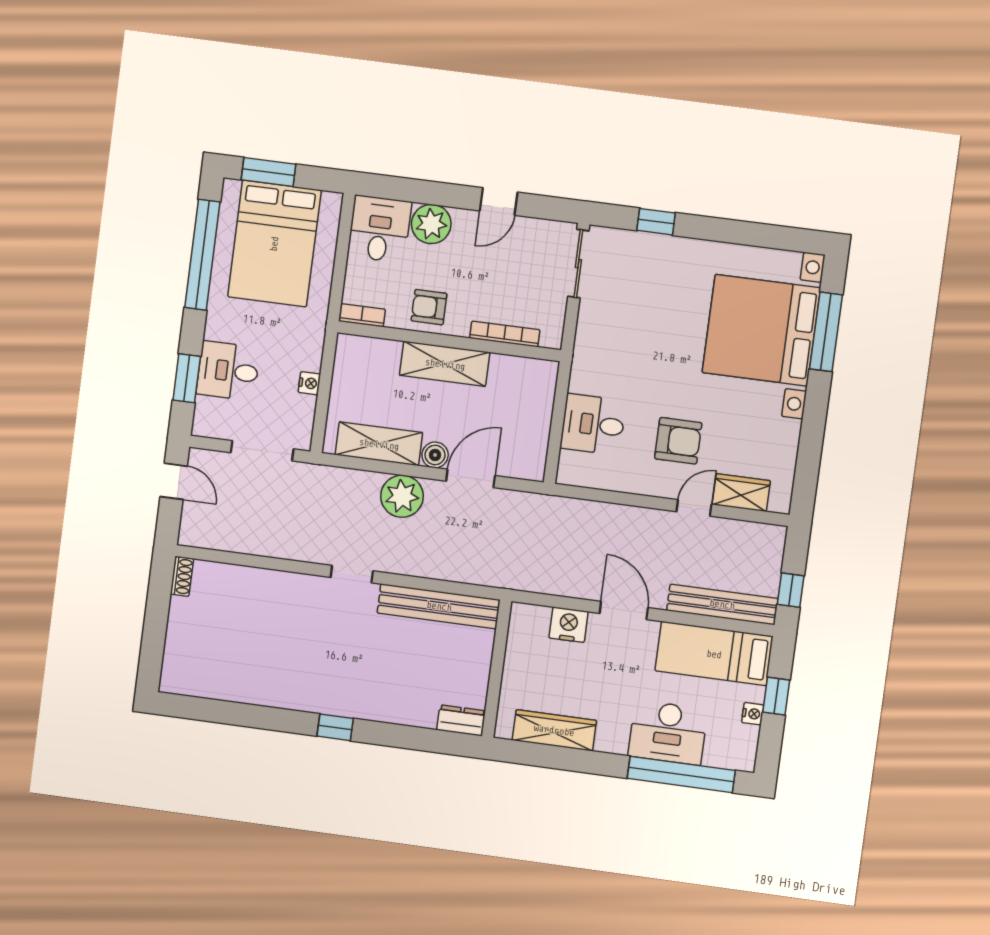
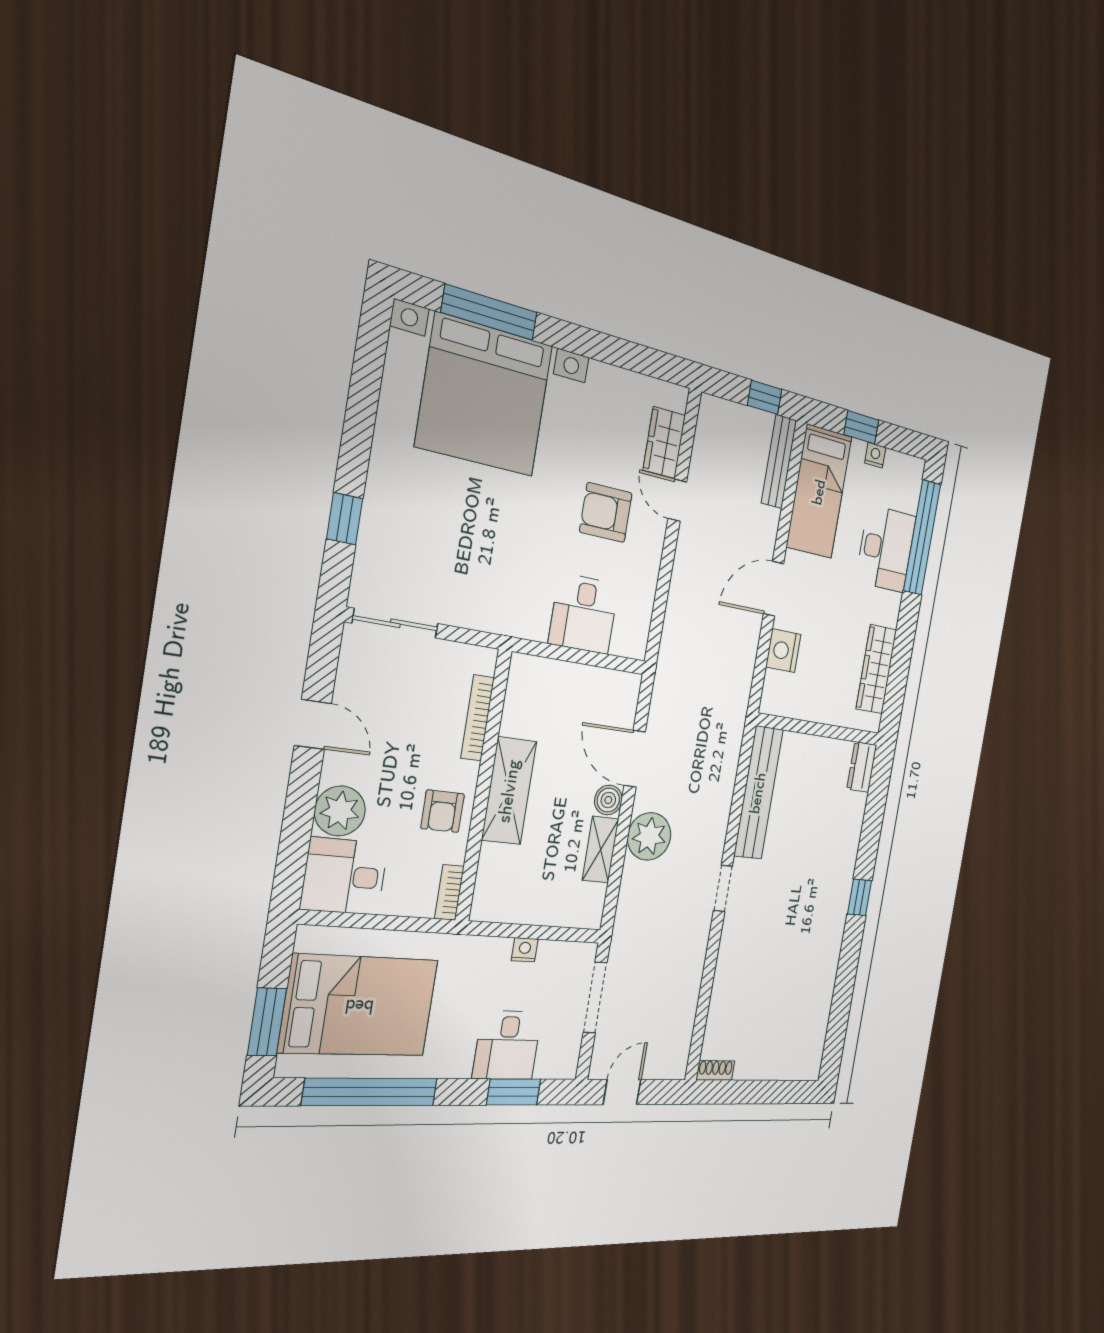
armchair: (678, 441) -> (606, 512), turned -90
shelving: (379, 444) -> (601, 850), width x0.67, depth x0.75
bench: (722, 604) -> (779, 462), width x0.73, depth x0.82

